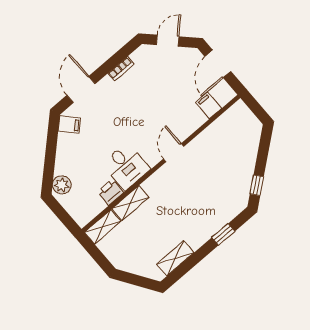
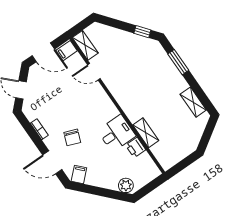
filing cabinet: (208, 105) -> (67, 51), moved
chair: (115, 111) -> (72, 137), added
door: (174, 153) -> (94, 72), moved
shelving: (103, 227) -> (85, 45), moved
window: (223, 234) -> (178, 62), width x1.50

